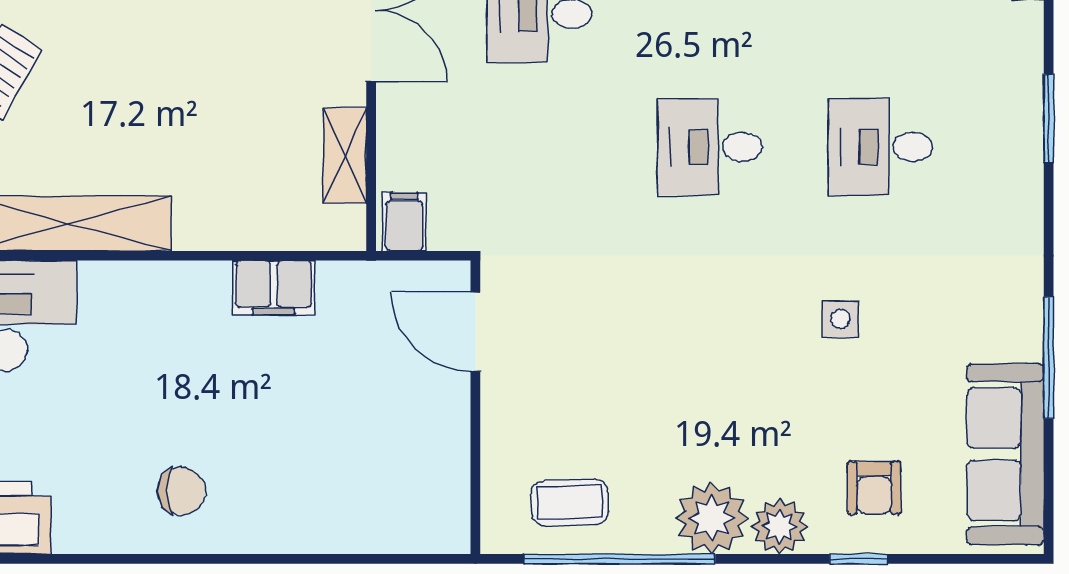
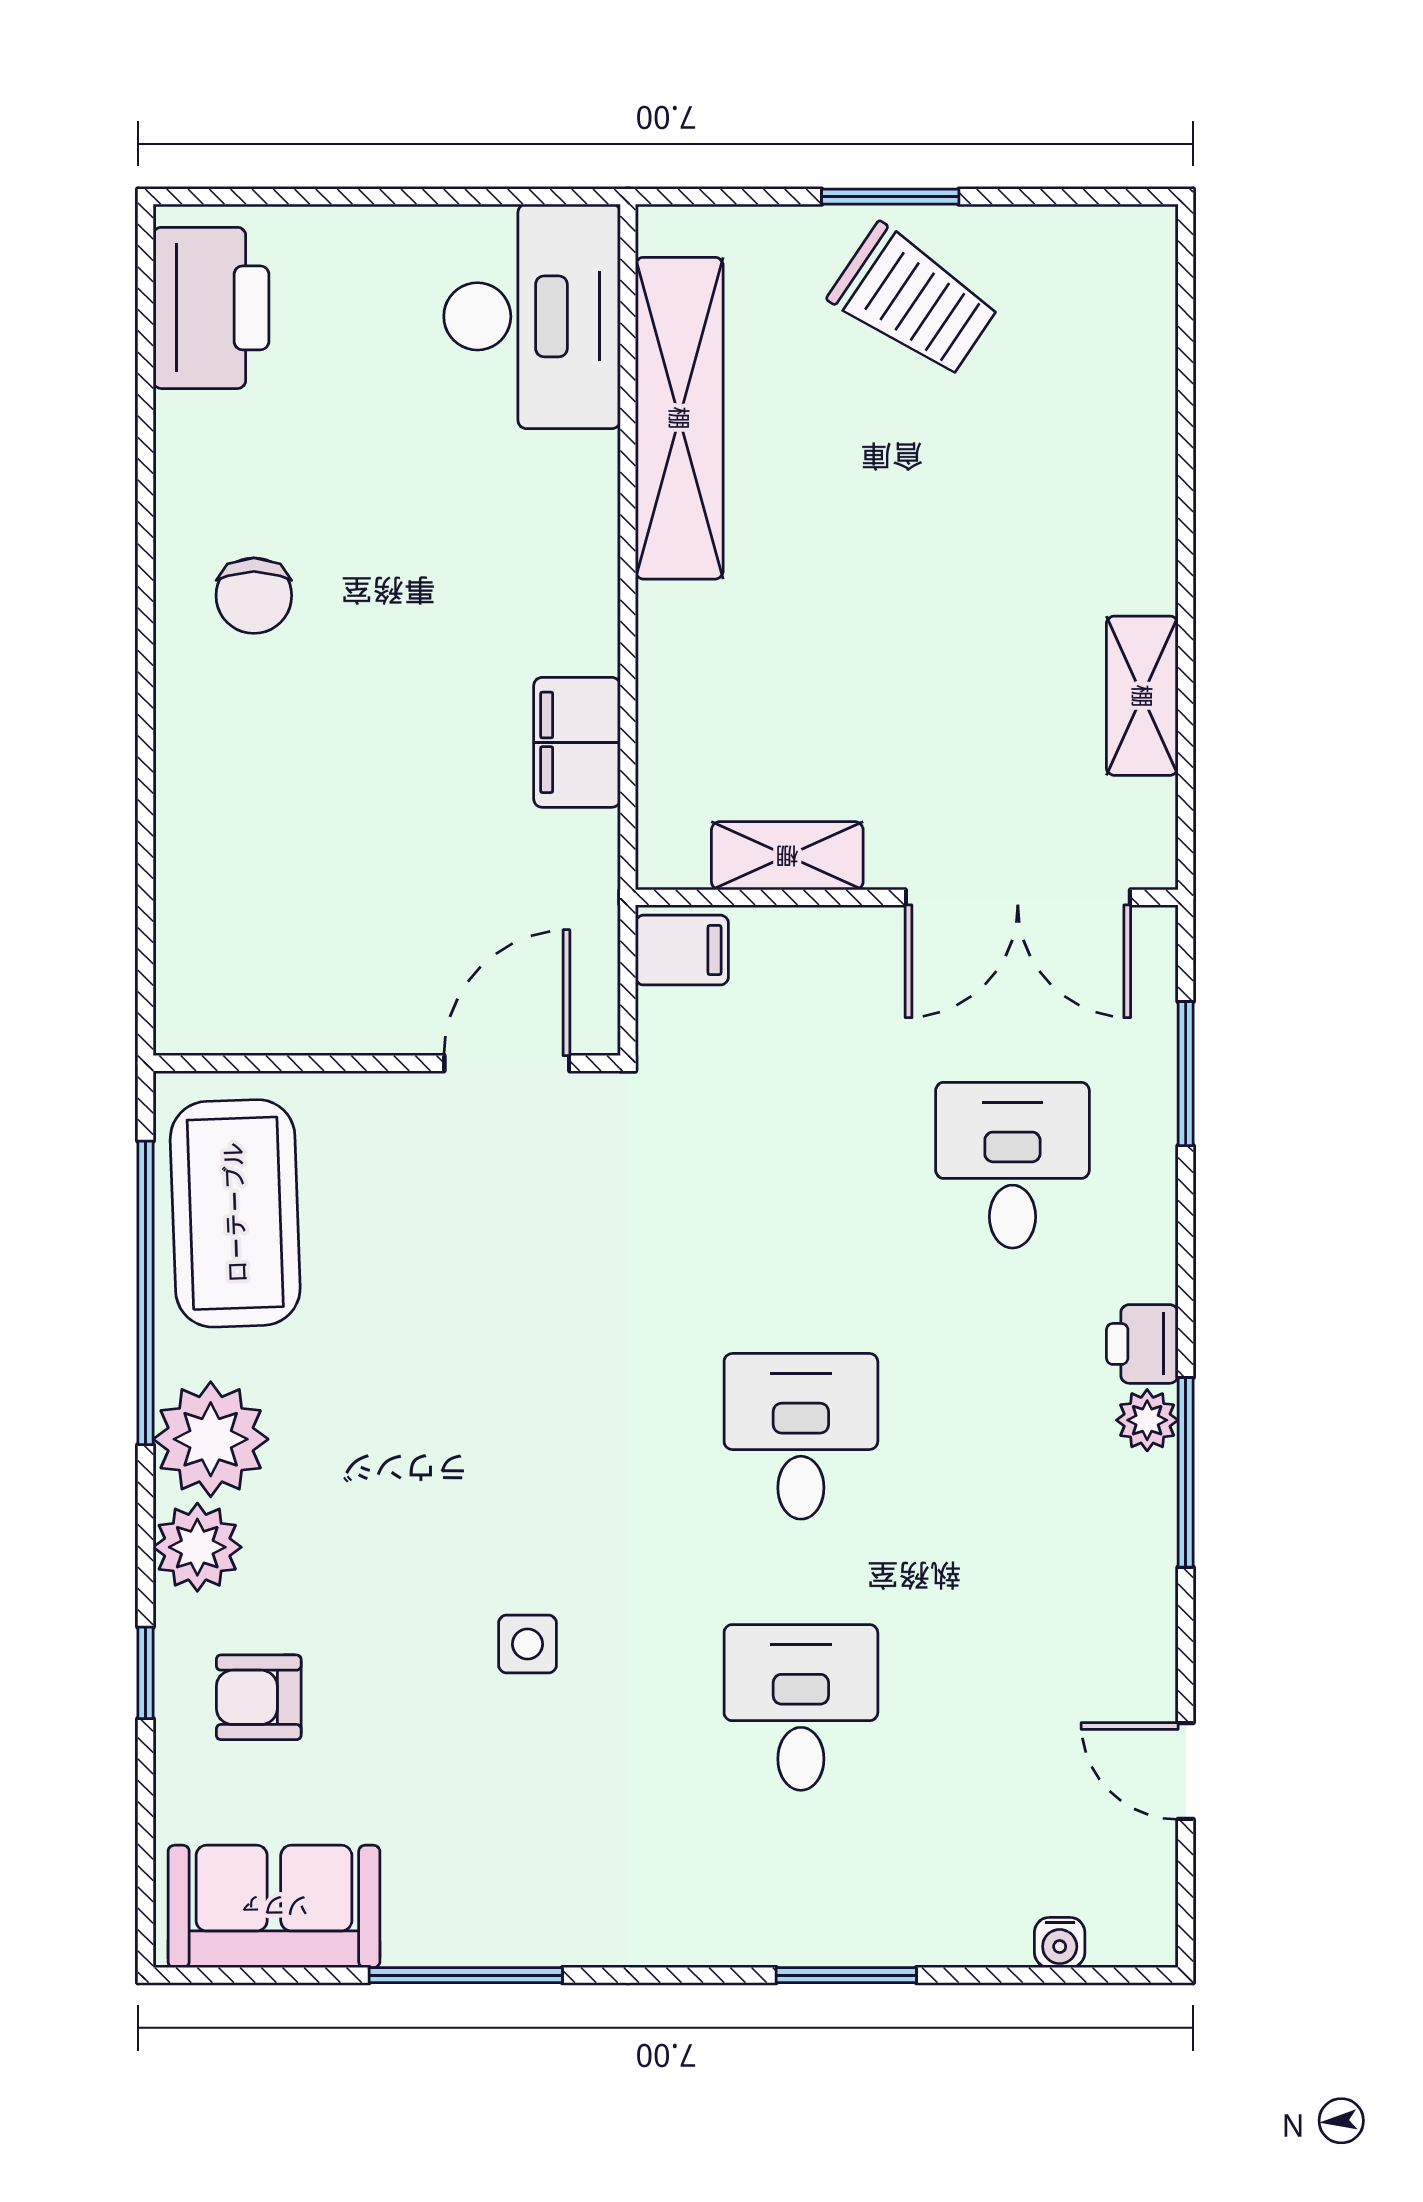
sofa: (1005, 454) -> (274, 1906), width x0.73
coffee table: (570, 503) -> (235, 1213), width x1.86, depth x1.72

